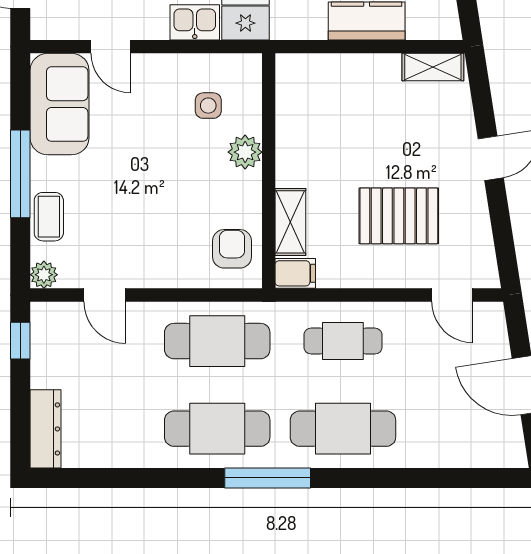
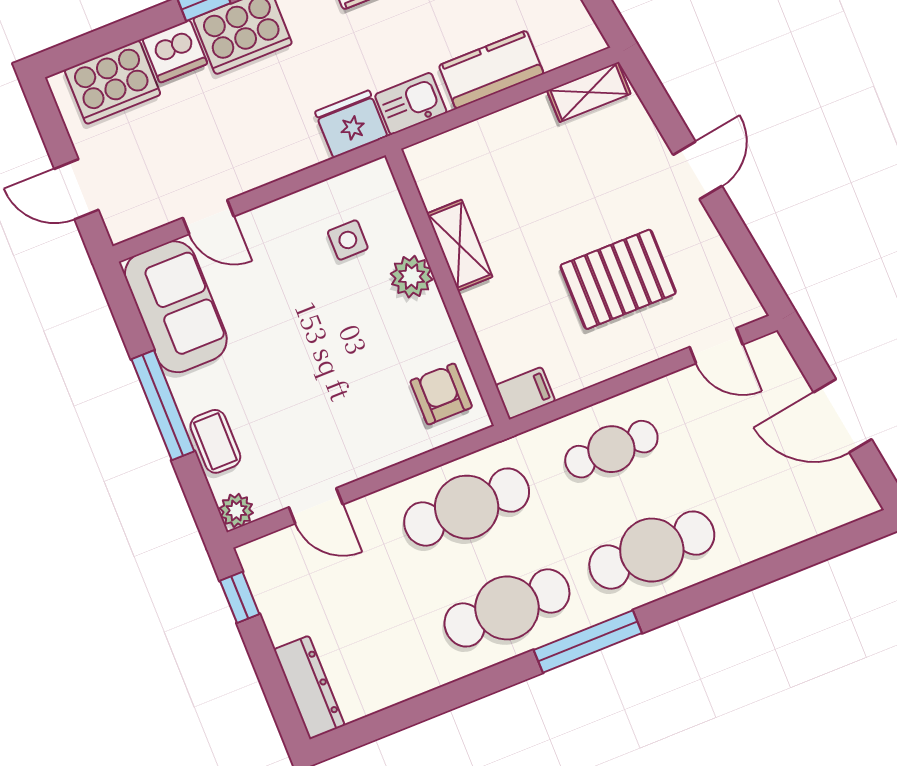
kitchen sink: (195, 22) -> (411, 104), moved
shelving: (290, 222) -> (460, 245), moved

